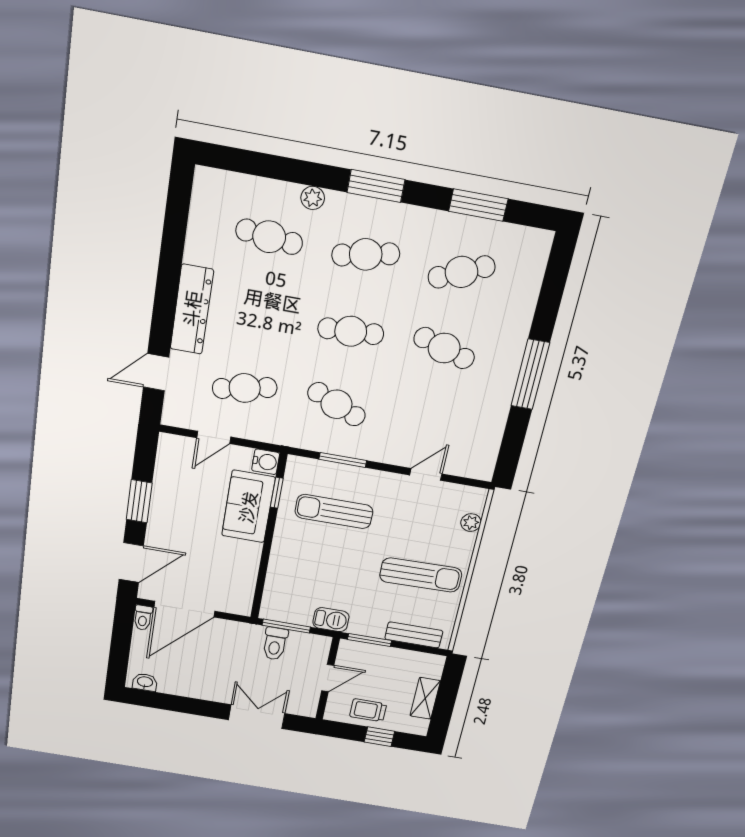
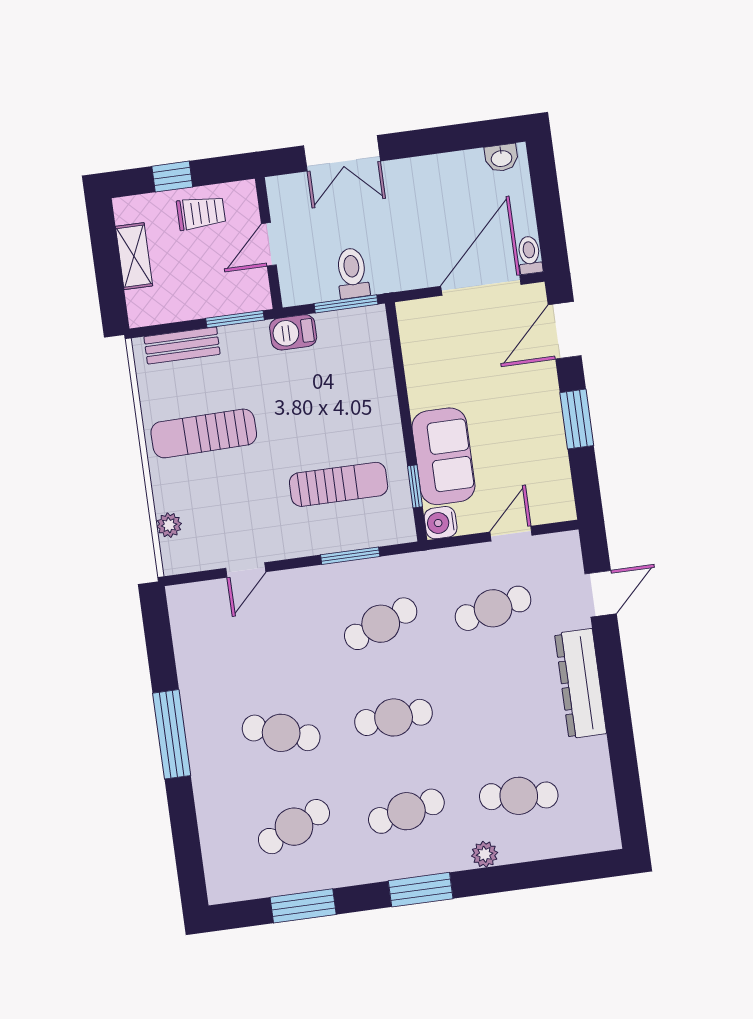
cafe table: (336, 404) -> (381, 624), turned -45

